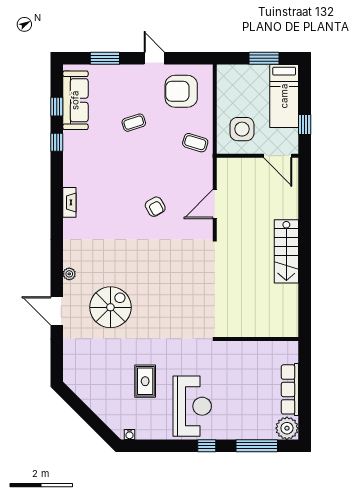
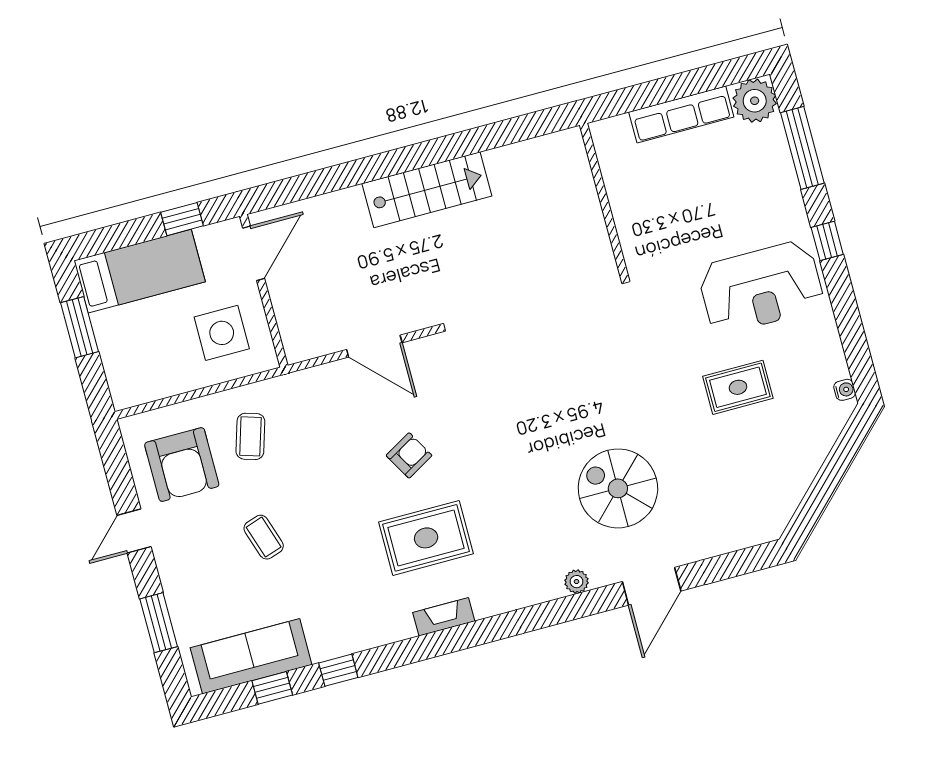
coffee table: (195, 143) -> (250, 436), moved
rug: (111, 204) -> (426, 538), added
reception desk: (192, 406) -> (761, 287), turned 180

